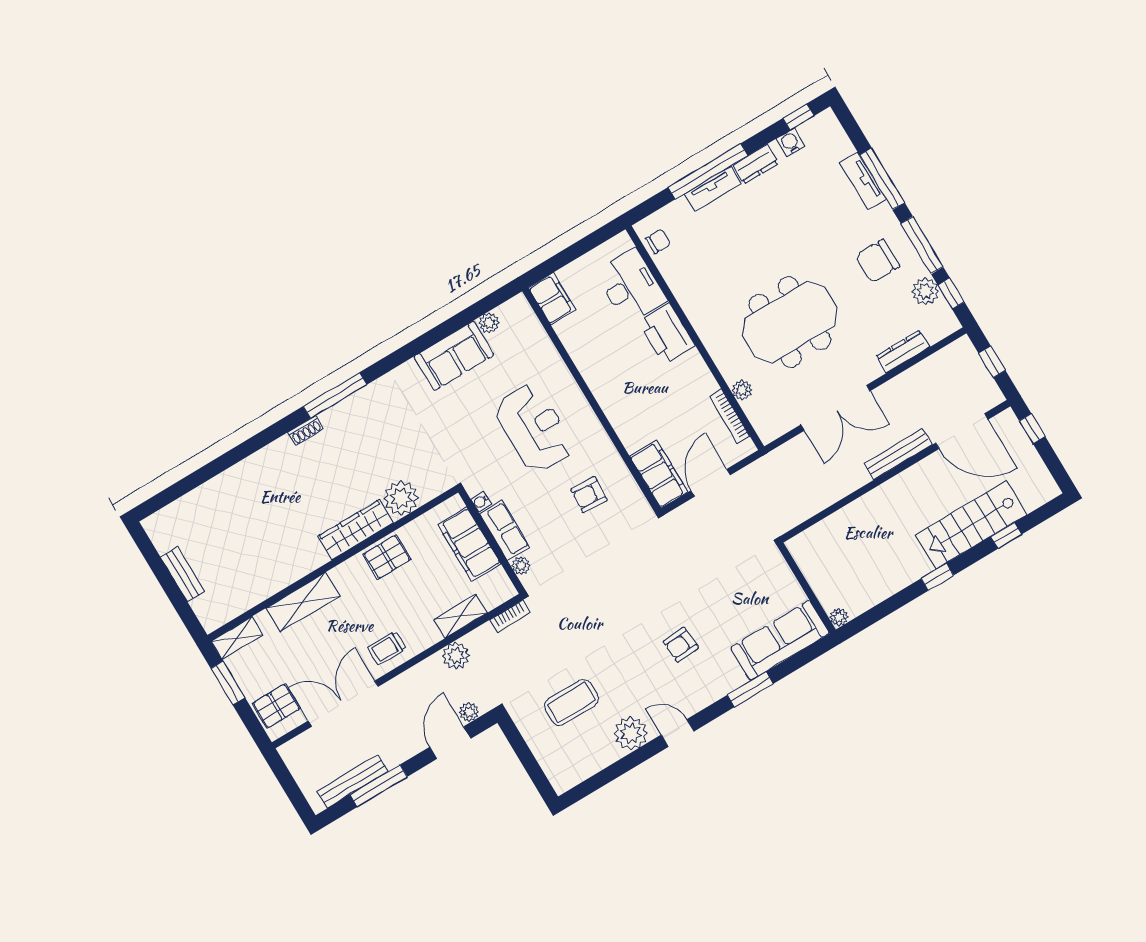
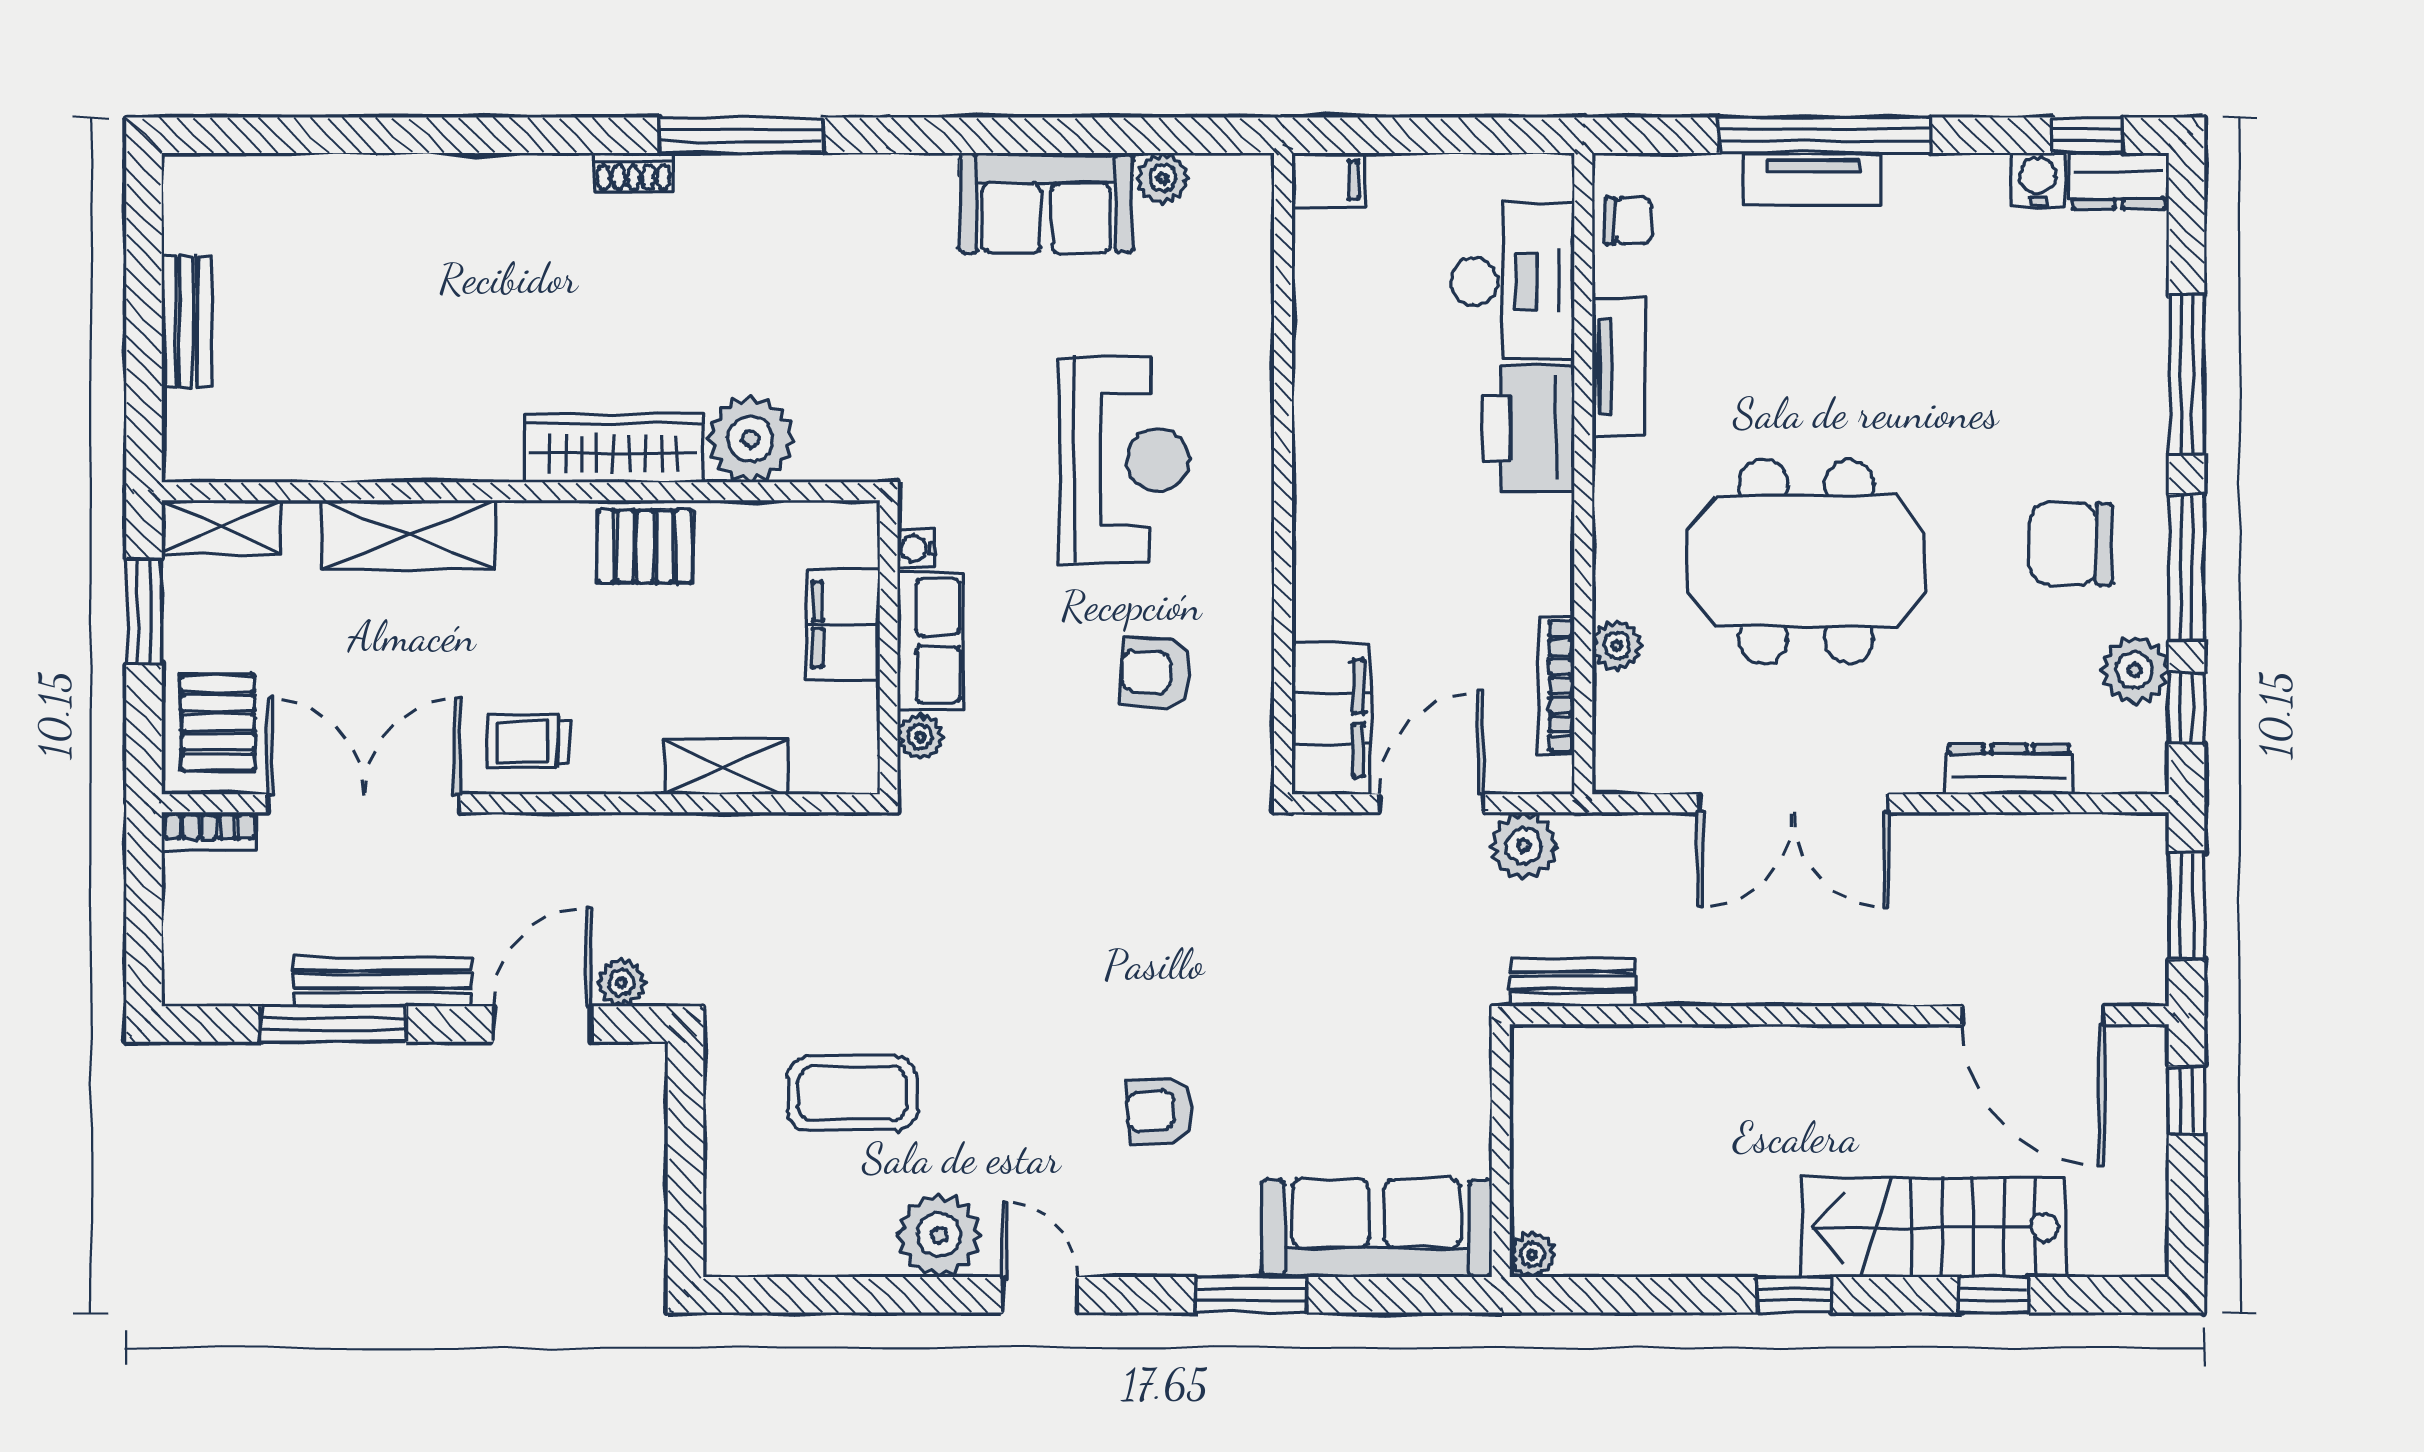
dresser: (756, 164) -> (2119, 181), moved
tv unit: (863, 181) -> (1618, 367), moved, turned 180
filing cabinet: (552, 299) -> (1328, 180), width x0.50
window: (992, 362) -> (2187, 906), width x1.50
bench: (898, 454) -> (1573, 983), moved, width x0.73
filing cabinet: (469, 544) -> (843, 625), width x0.67, depth x0.86
bookcase: (510, 616) -> (209, 831), moved
plant: (456, 656) -> (1524, 846), moved
pallet: (276, 706) -> (218, 723), turned 90
bench: (353, 781) -> (382, 982), moved

